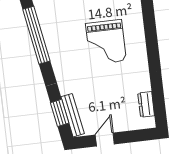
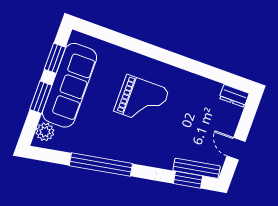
dresser: (146, 104) -> (234, 96), moved

